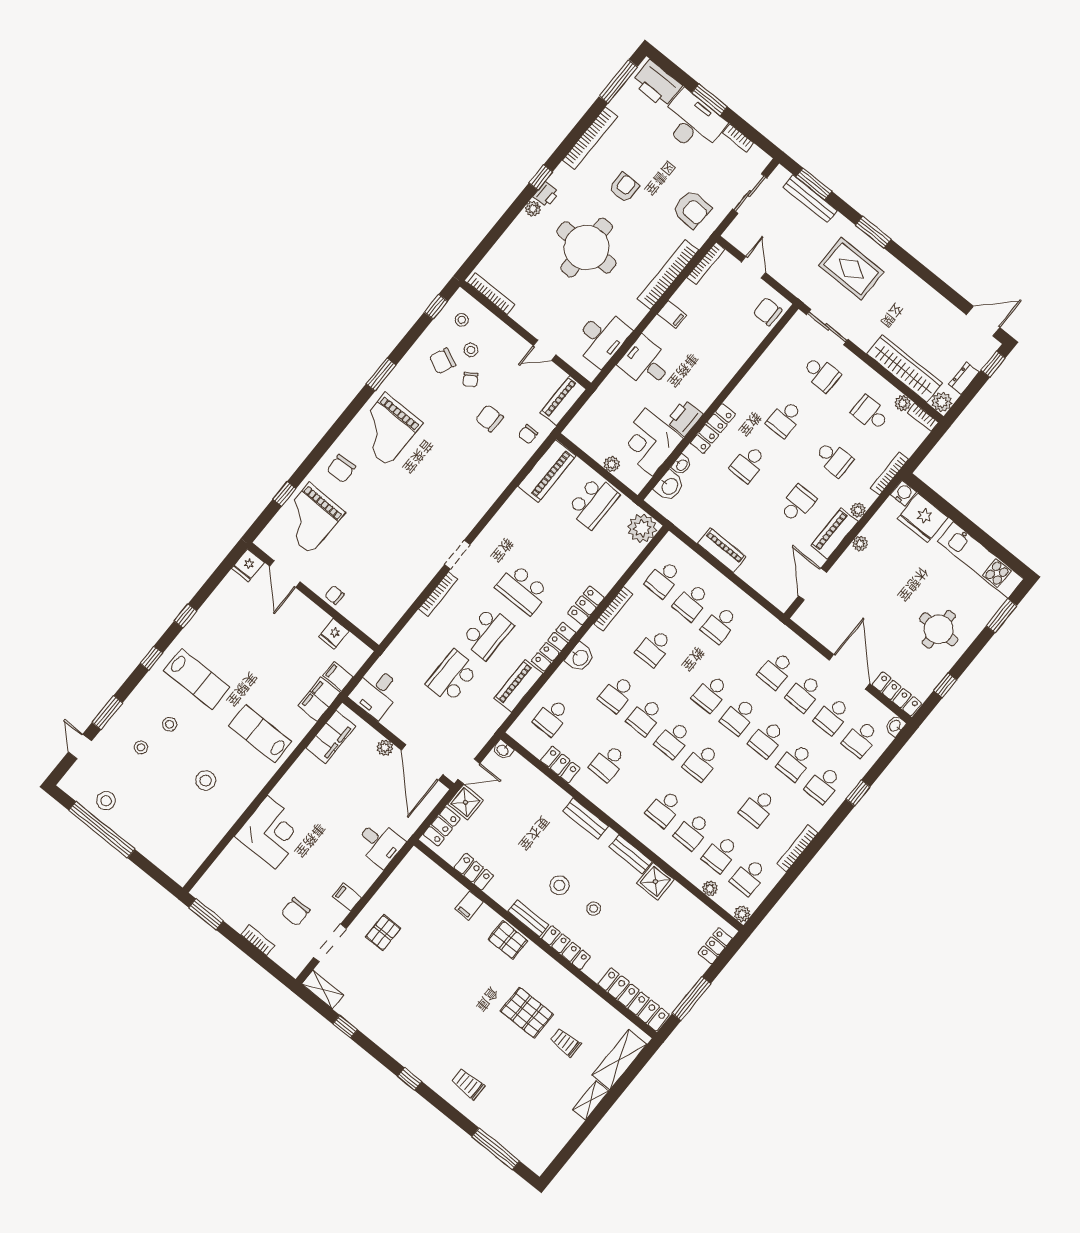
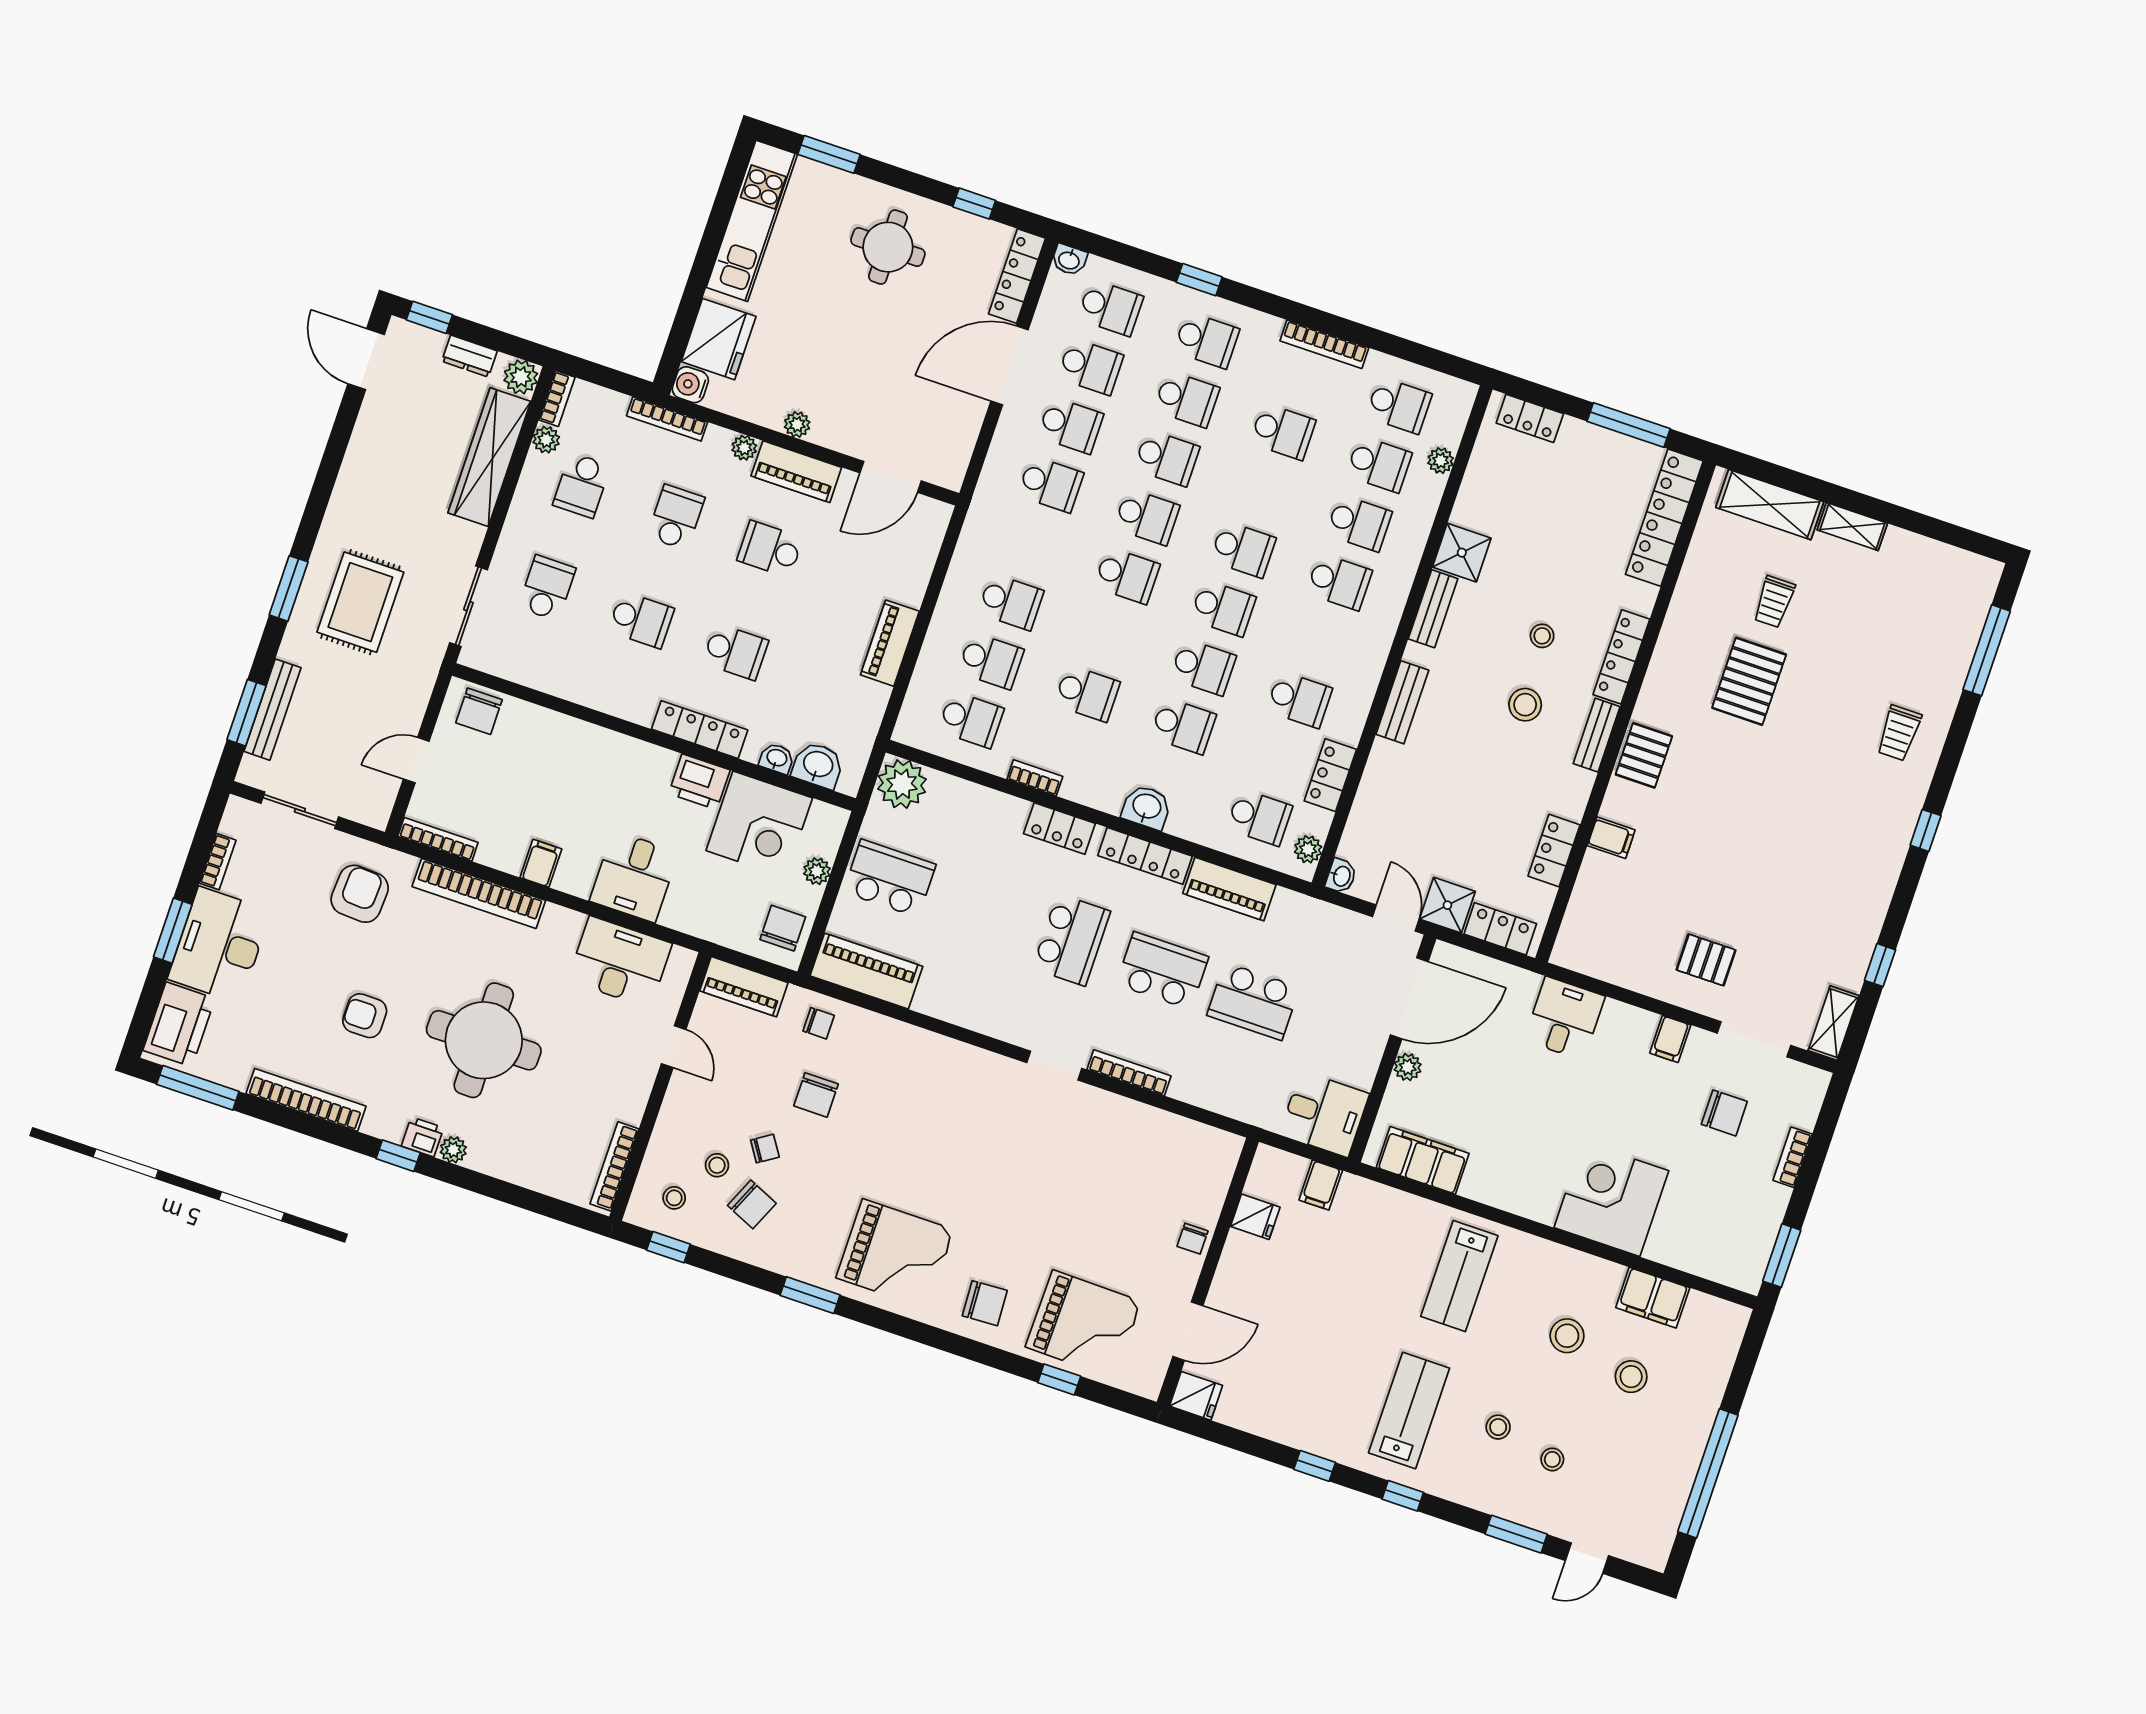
chair: (587, 434) -> (783, 928), added
bookcase: (613, 609) -> (1035, 778), width x0.64
filing cabinet: (319, 699) -> (1653, 1298), moved
stool: (106, 801) -> (1631, 1377), moved
plant: (742, 914) -> (1308, 849), moved

